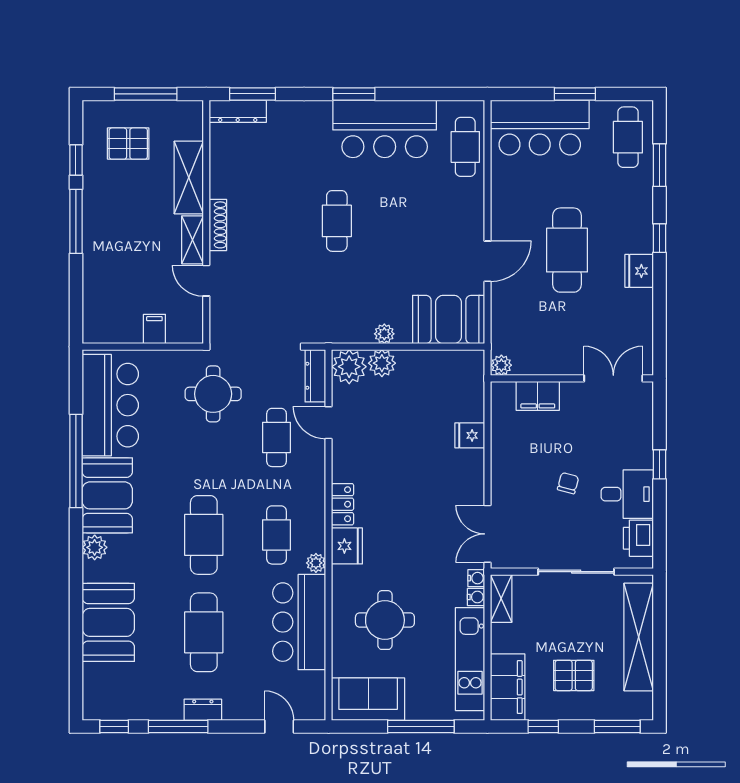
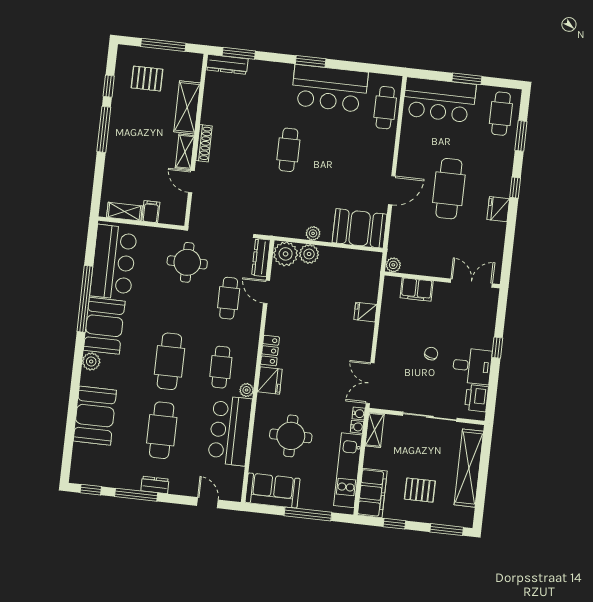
shelving: (118, 333) -> (124, 212), added

